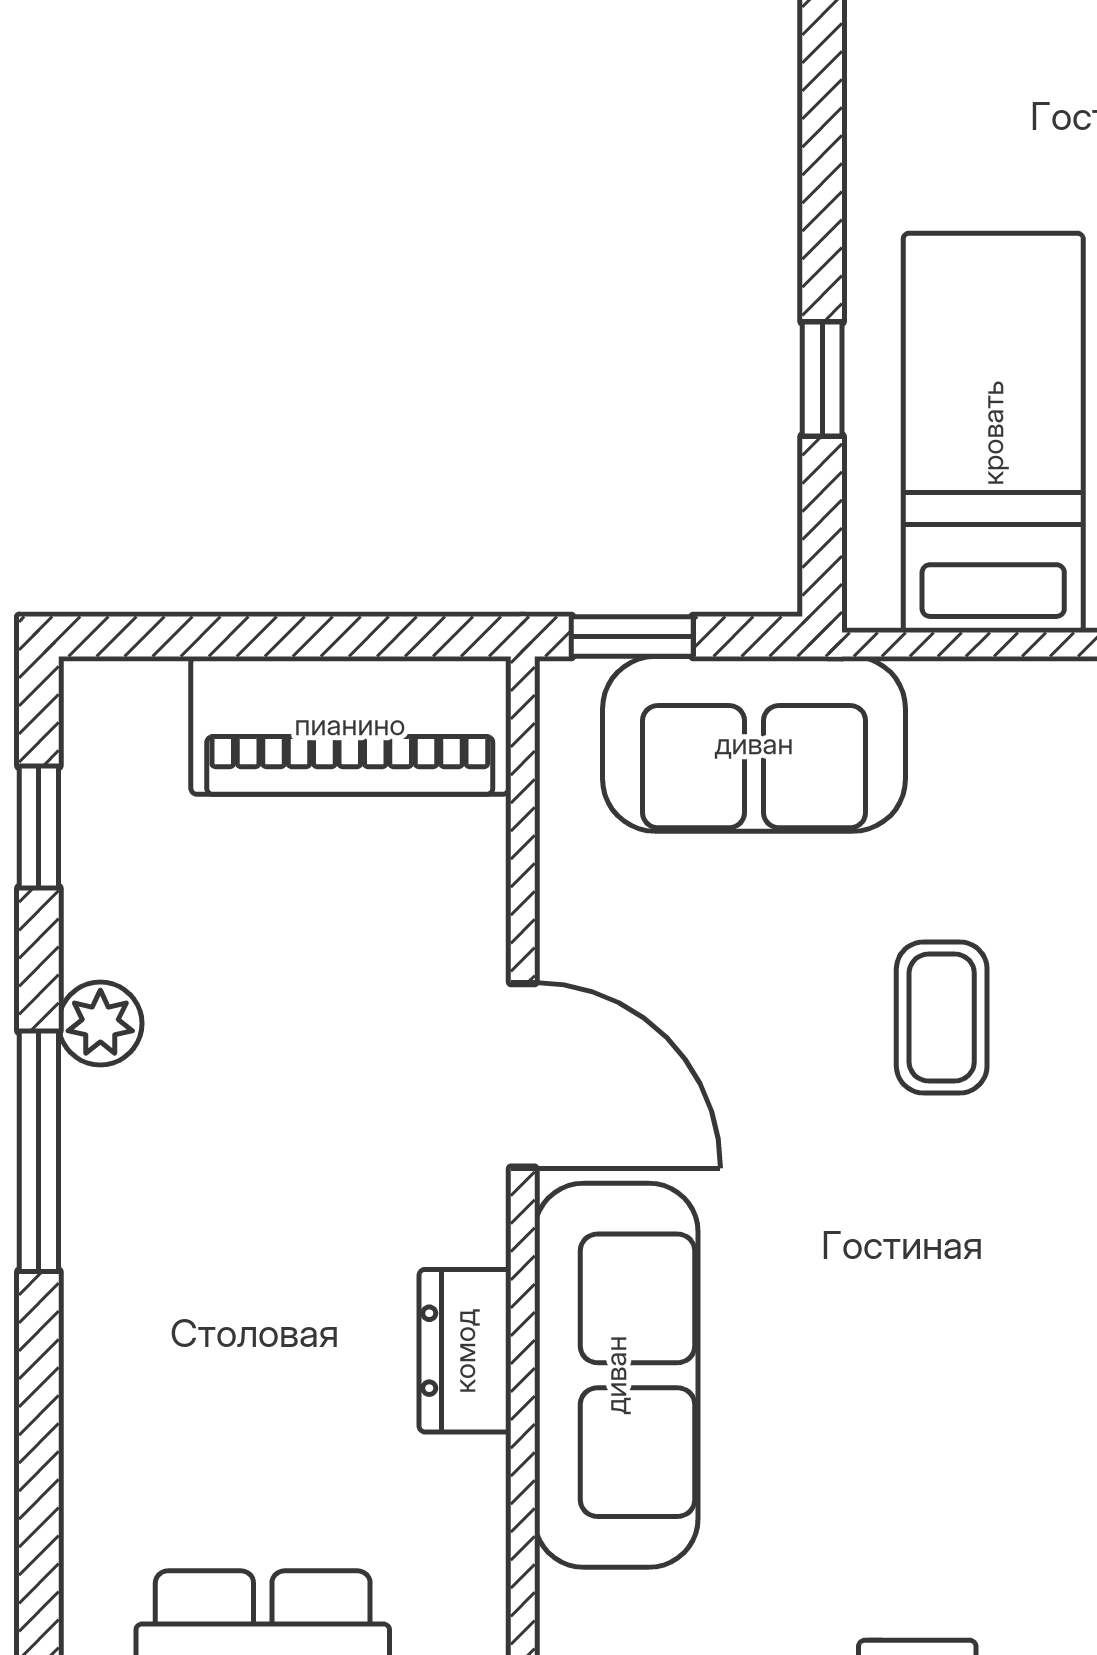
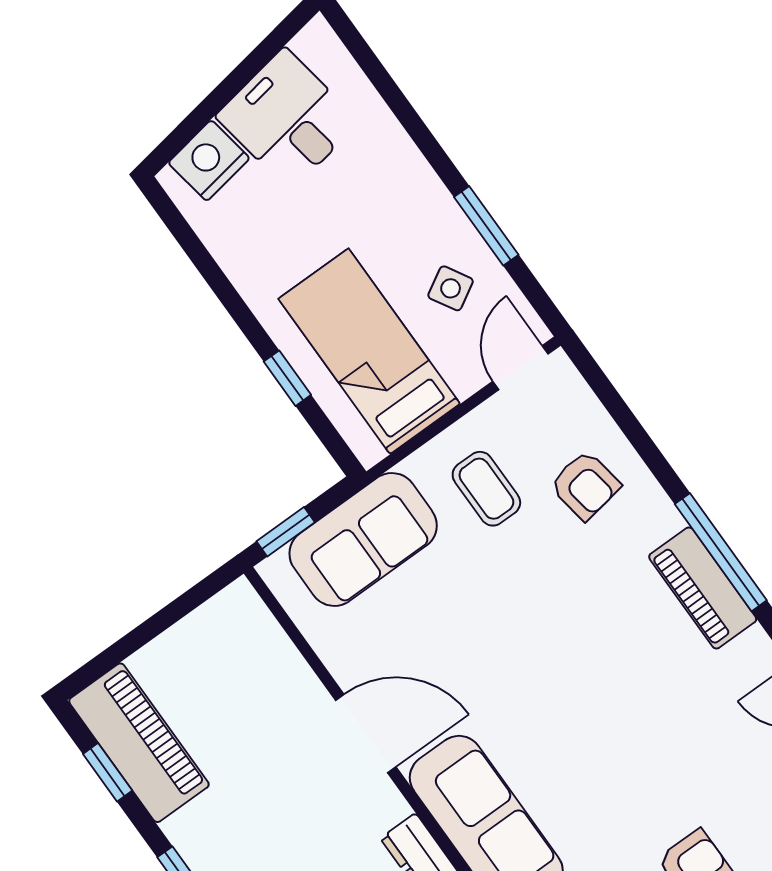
piano: (350, 725) -> (139, 743), moved, turned -90
coffee table: (942, 1017) -> (486, 489), moved
plant: (100, 1023) -> (187, 832), removed

